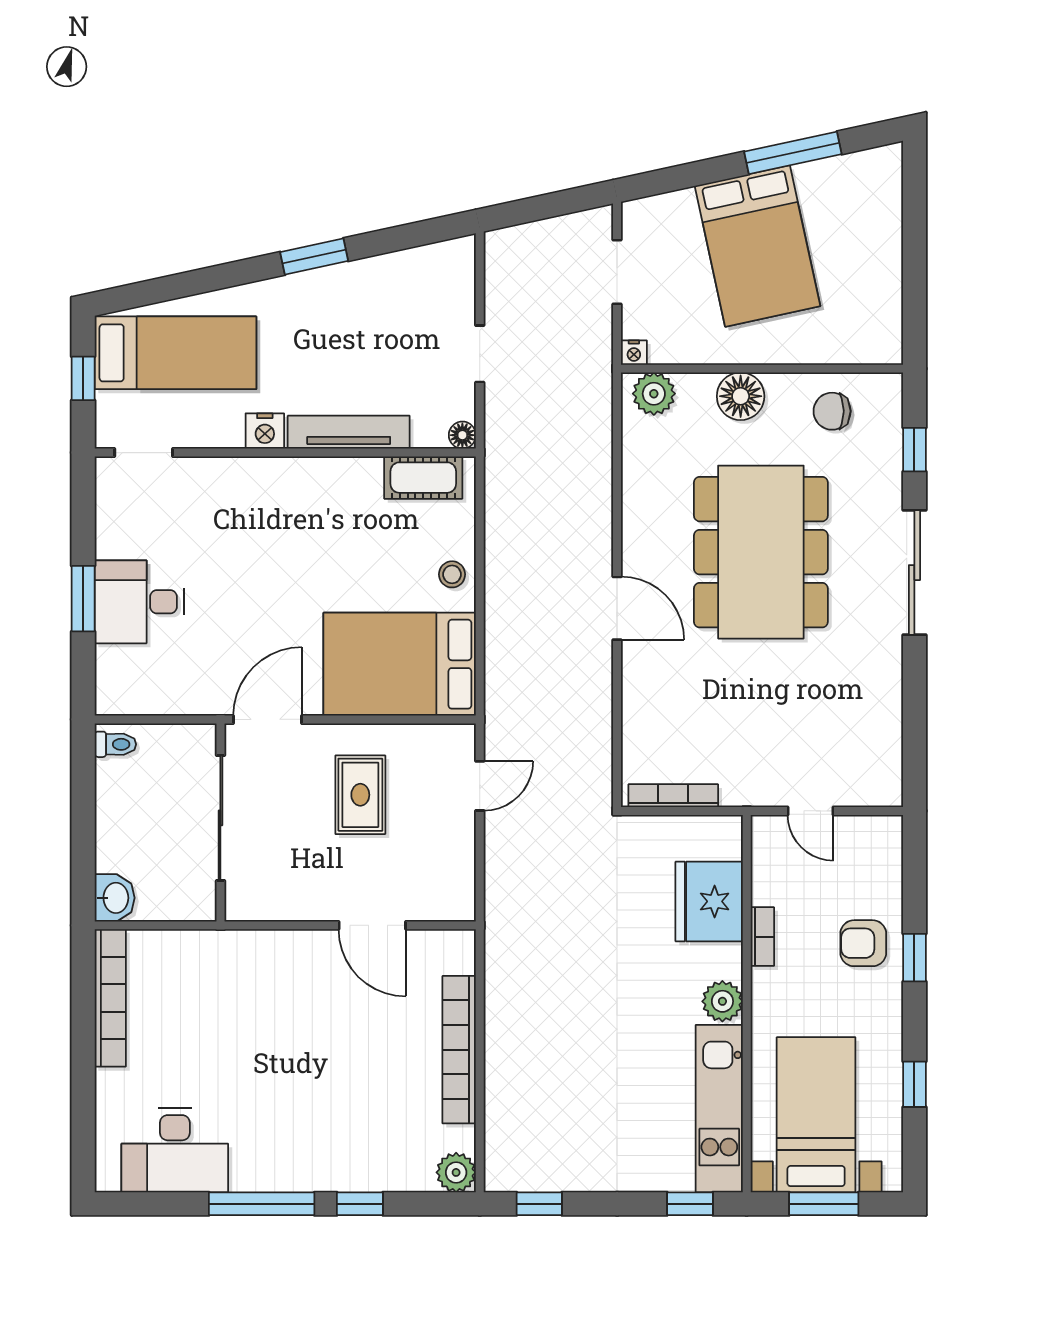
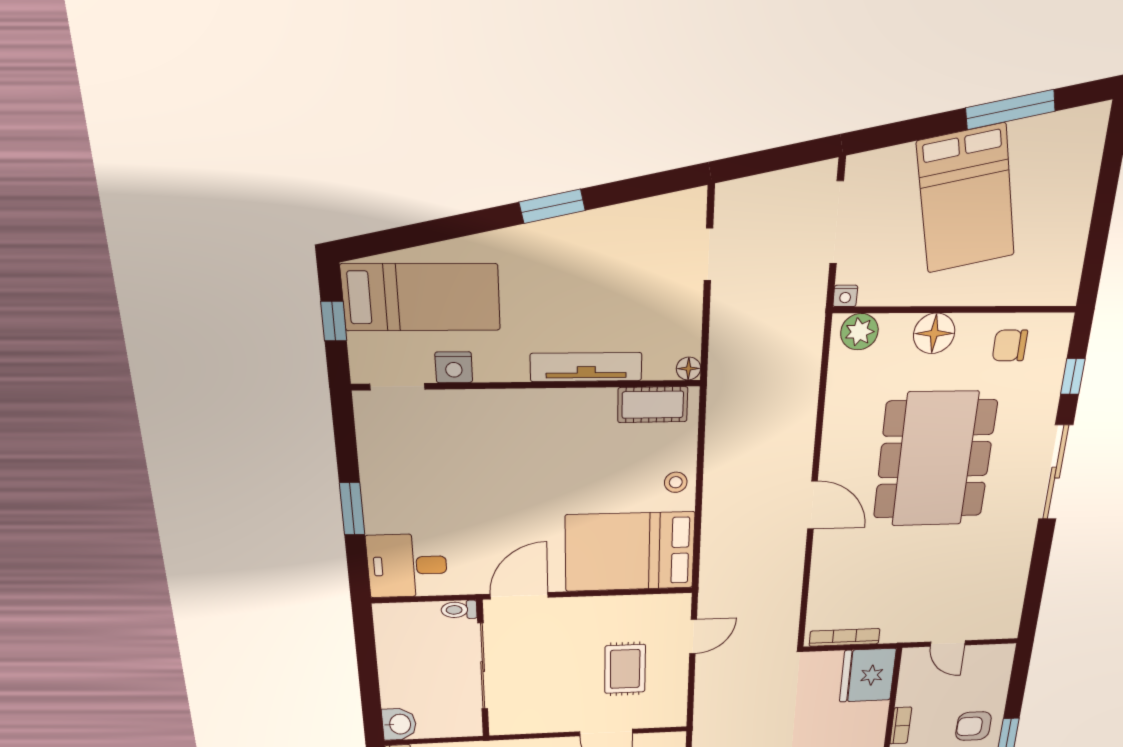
doorway: (617, 272) -> (837, 223), width x1.38
doorway: (480, 354) -> (709, 254), moved
nightstand: (265, 431) -> (454, 367), moved
desk: (139, 602) -> (407, 566), moved
toilet: (115, 744) -> (459, 610), moved, turned 180
rug: (360, 795) -> (625, 669), moved
fridge: (709, 901) -> (868, 675), moved

